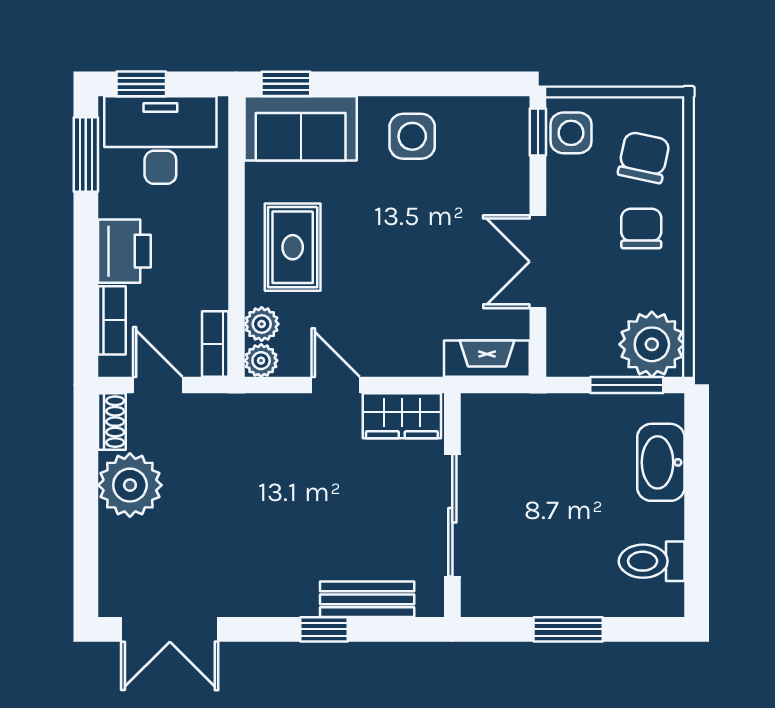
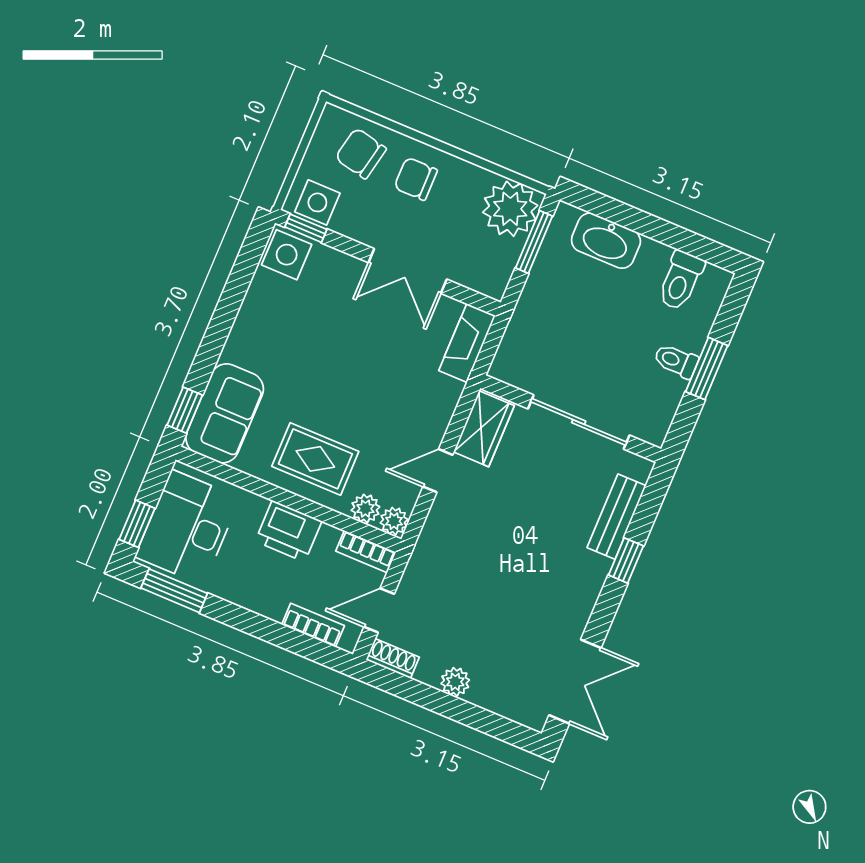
side table: (412, 136) -> (287, 255), moved
printer: (124, 251) -> (288, 531), moved, turned 180
plant: (130, 485) -> (455, 682), width x0.53, depth x0.53
toilet: (563, 593) -> (676, 361), added

